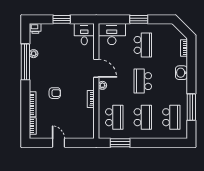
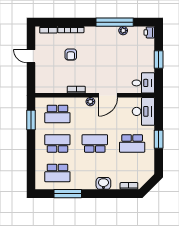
armchair: (55, 93) -> (71, 54), moved
school desk: (143, 117) -> (57, 143), turned 180
door: (58, 143) -> (31, 56), swing flipped

